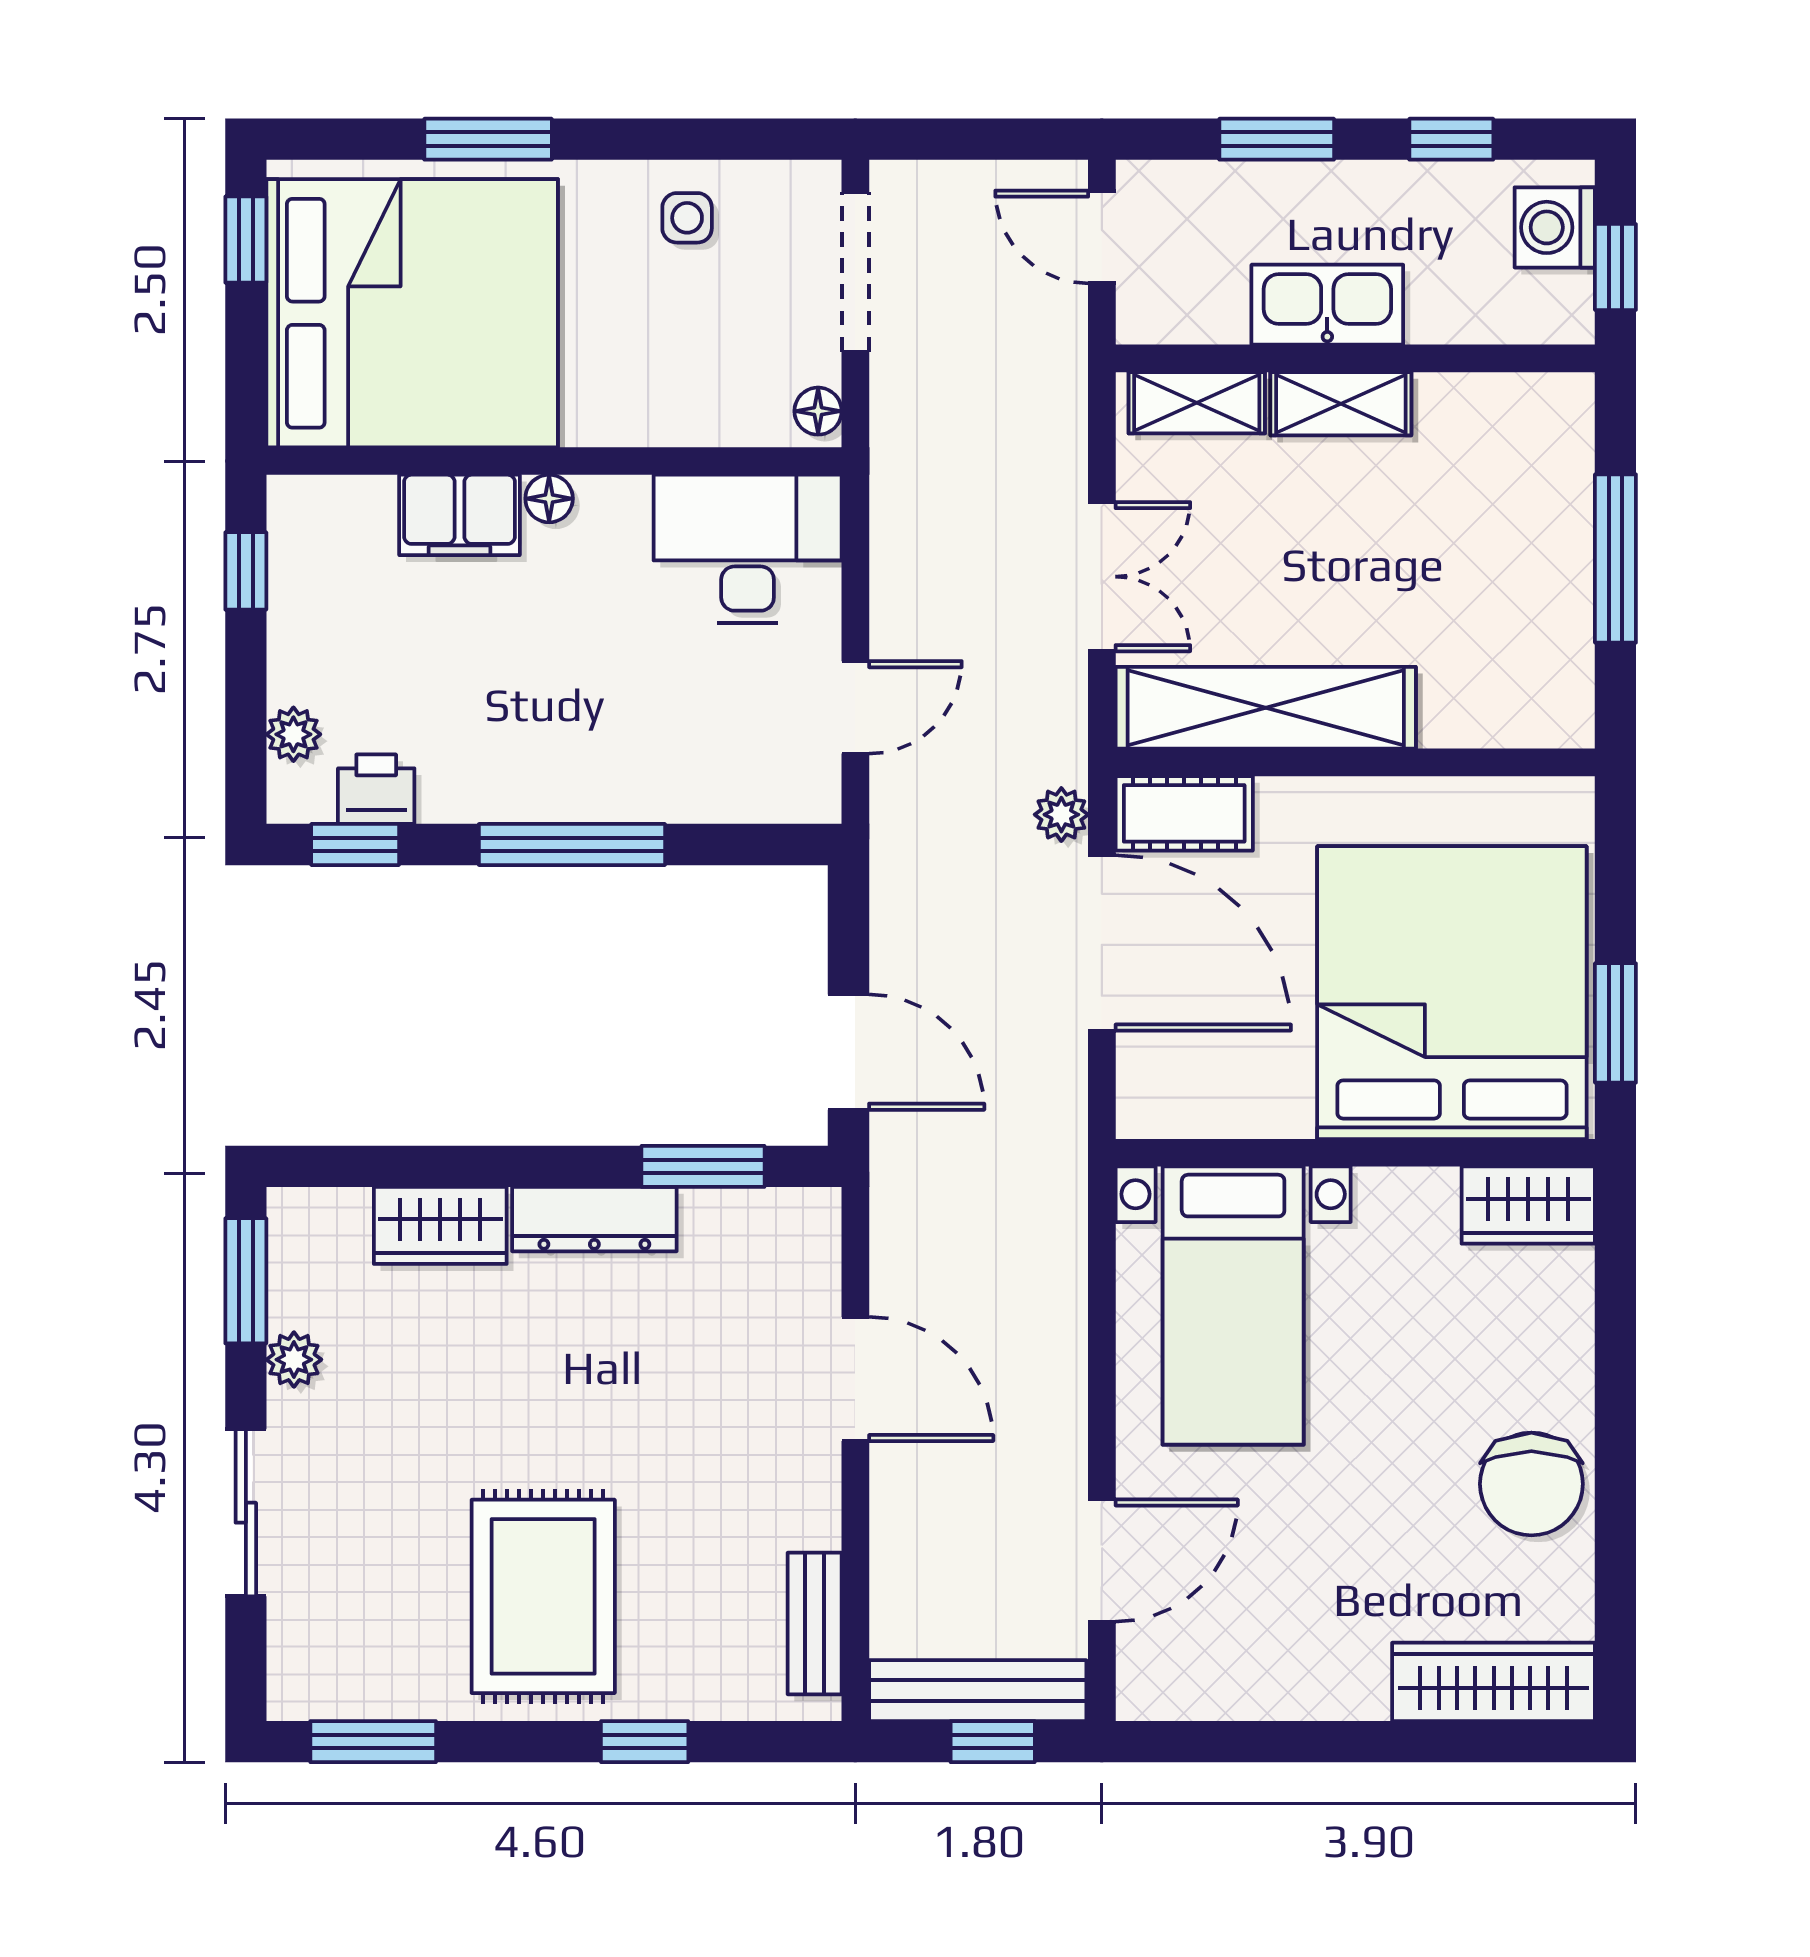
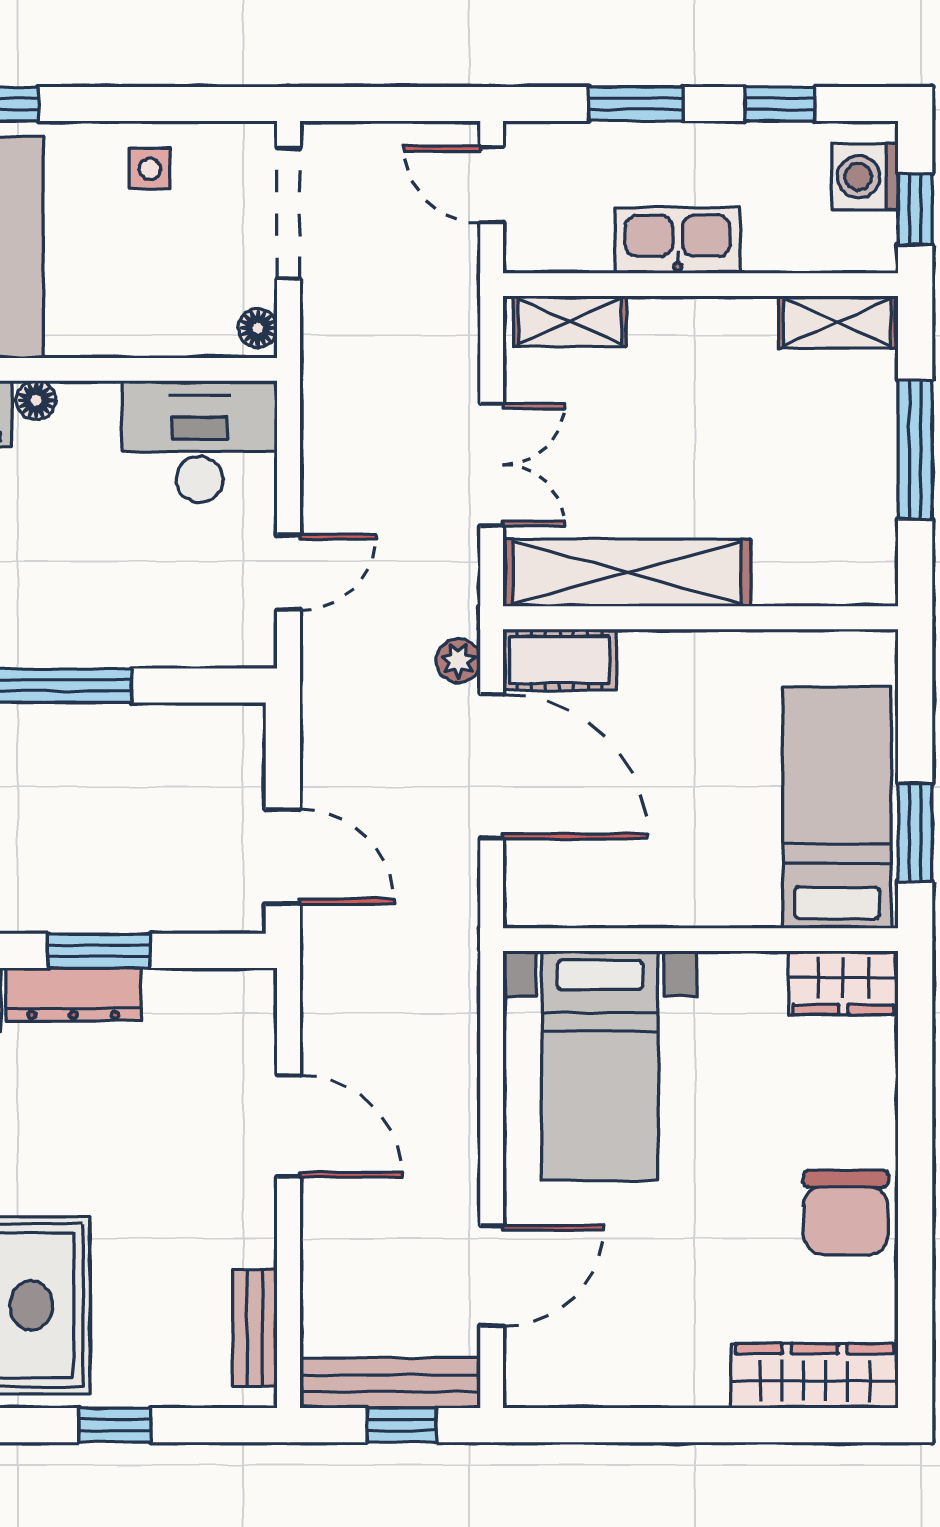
shelving: (1341, 404) -> (837, 322), moved
bed: (1452, 993) -> (837, 808), width x0.49
window: (703, 1166) -> (99, 951), moved

